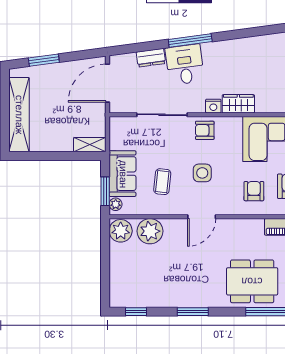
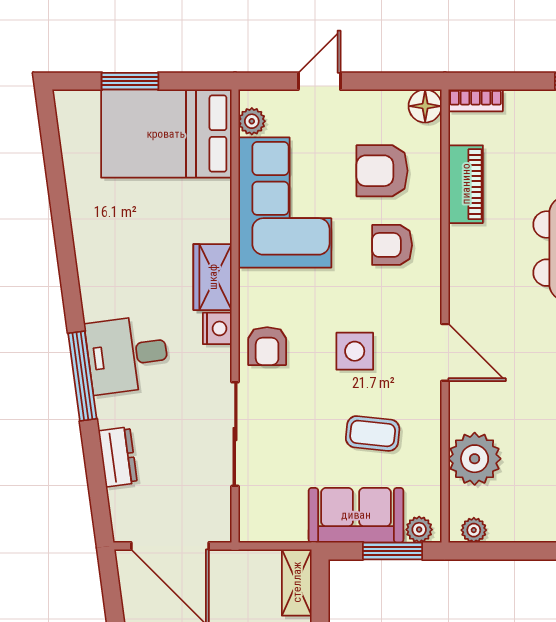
desk: (185, 65) -> (127, 355), moved
plant: (121, 231) -> (474, 530), width x0.53, depth x0.53

